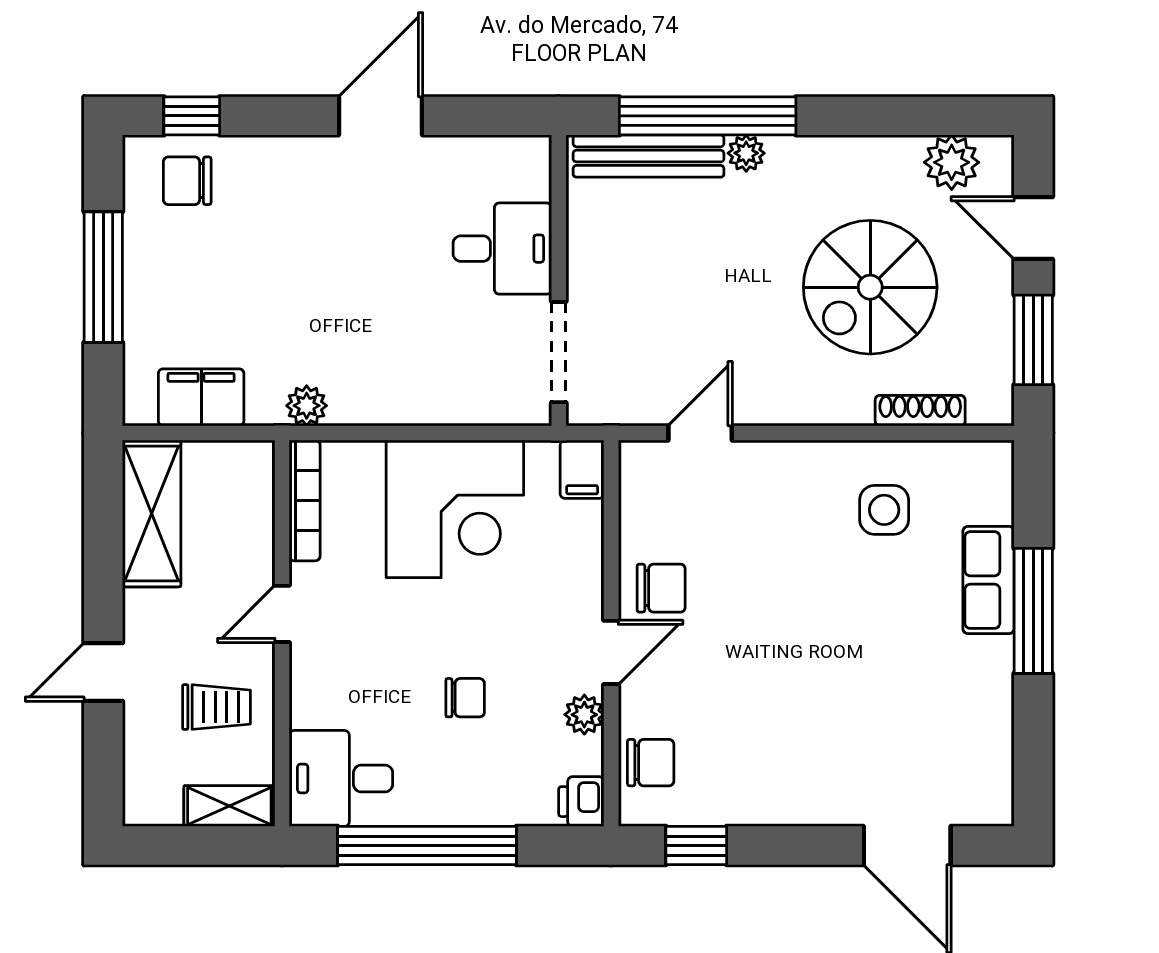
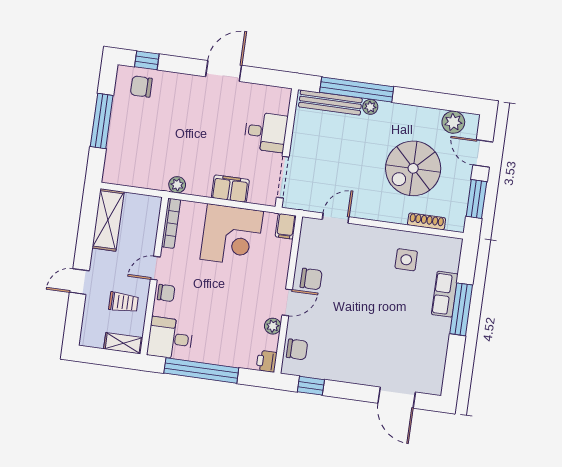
filing cabinet: (201, 397) -> (230, 189), moved
chair: (465, 698) -> (166, 293), moved

